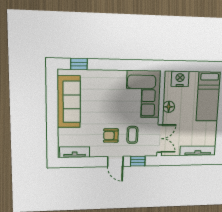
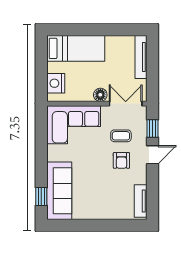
sofa: (69, 102) -> (59, 191), moved, turned 90
floor lamp: (169, 107) -> (100, 95), moved

